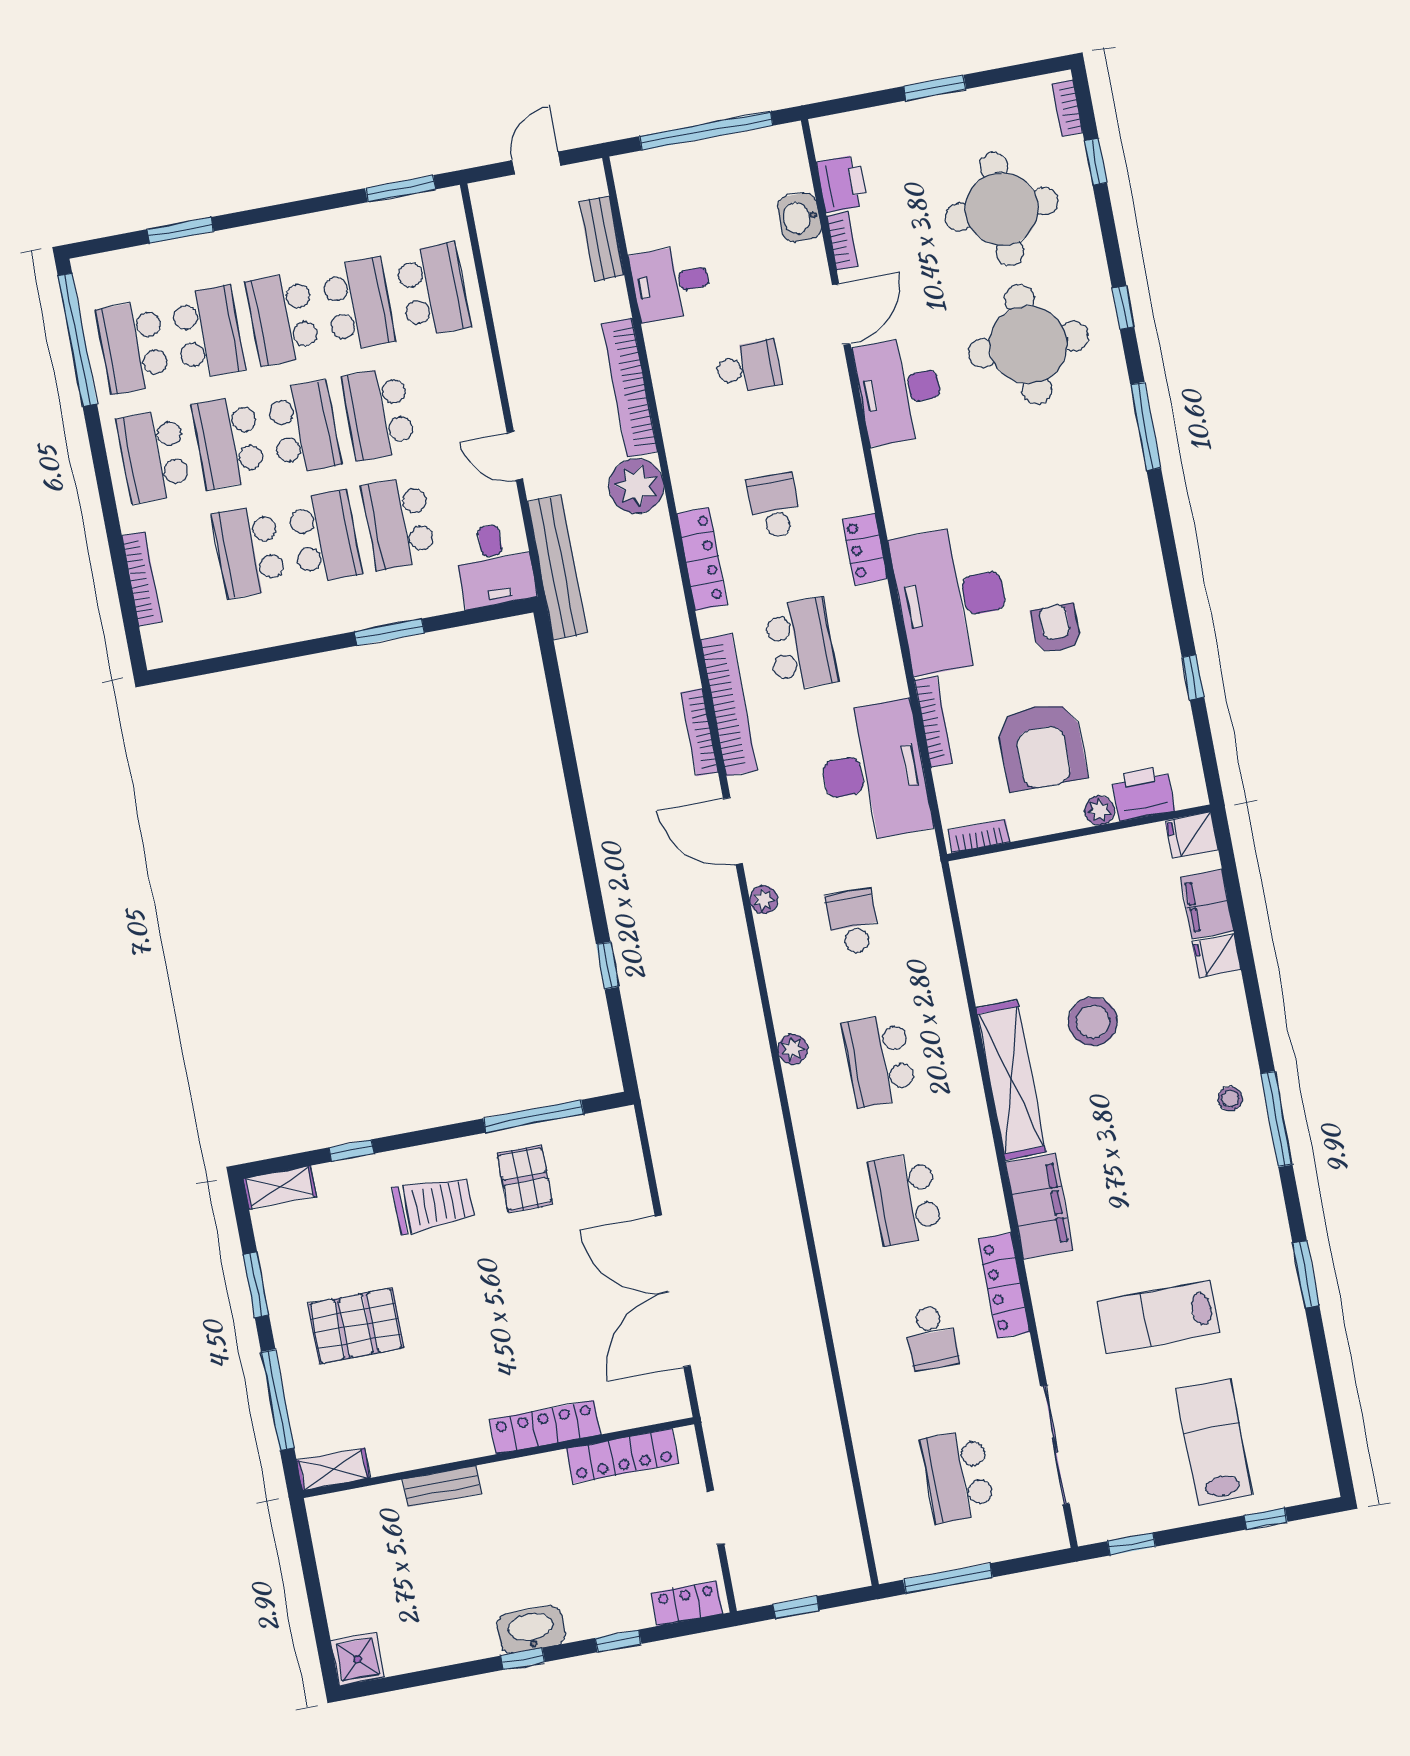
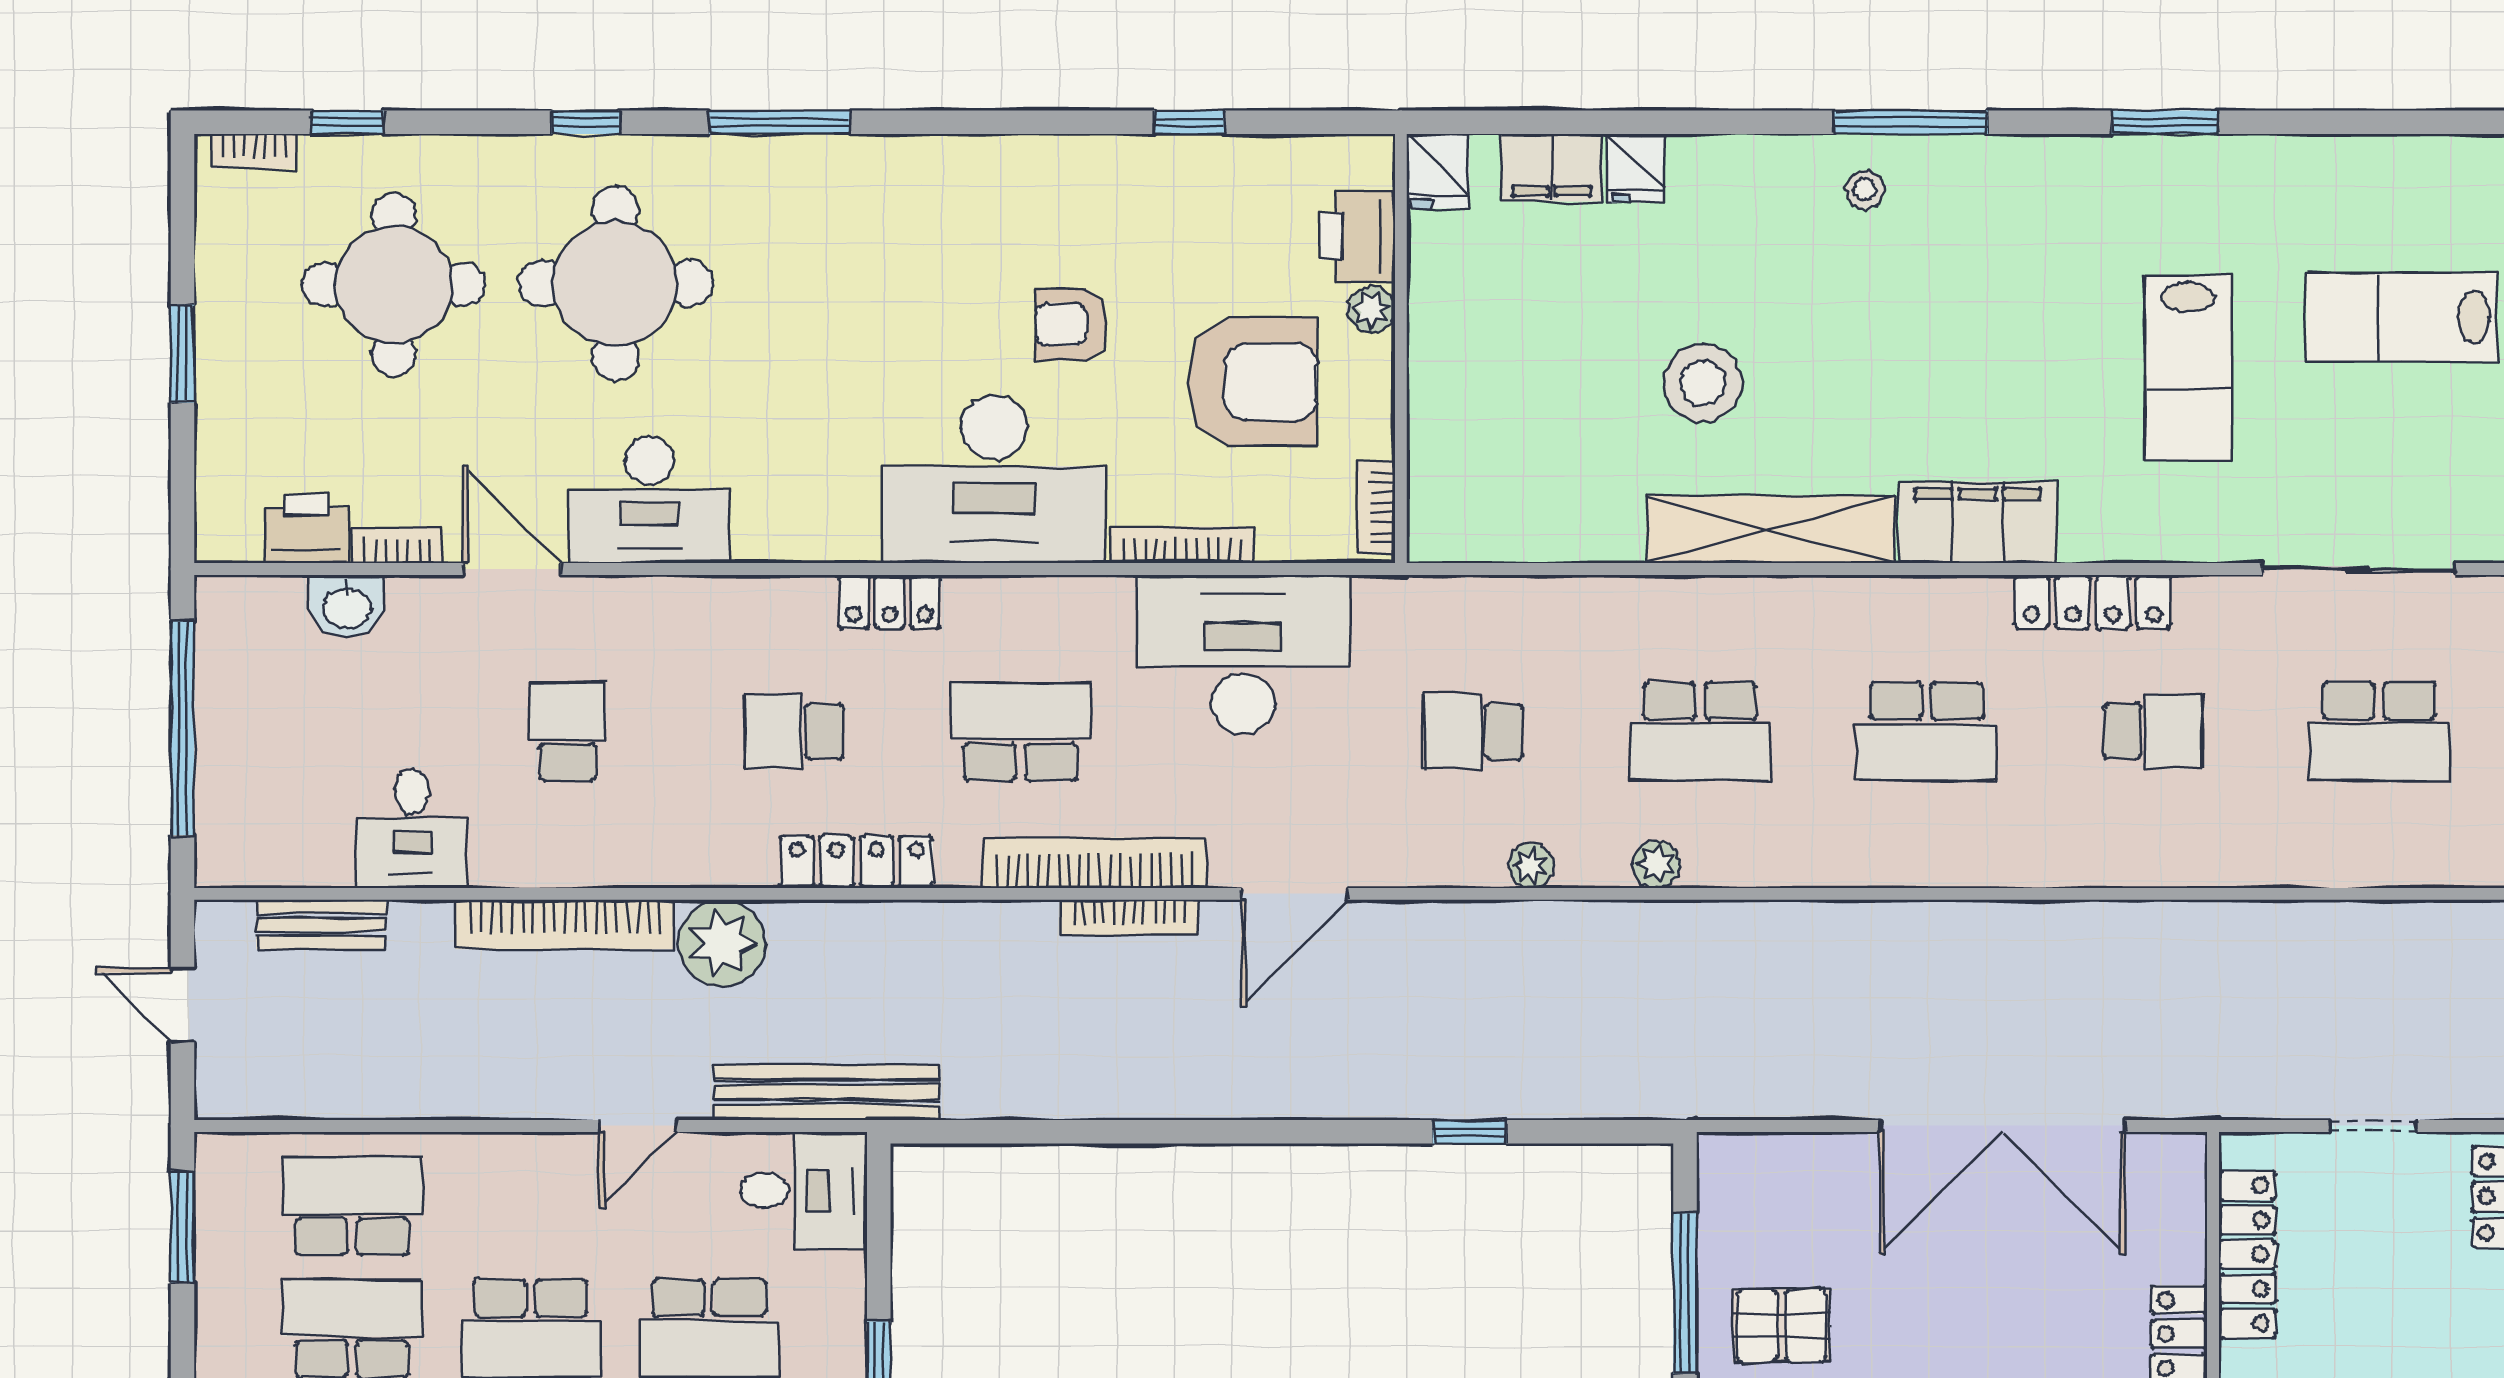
plant: (764, 900) -> (1531, 866), moved

